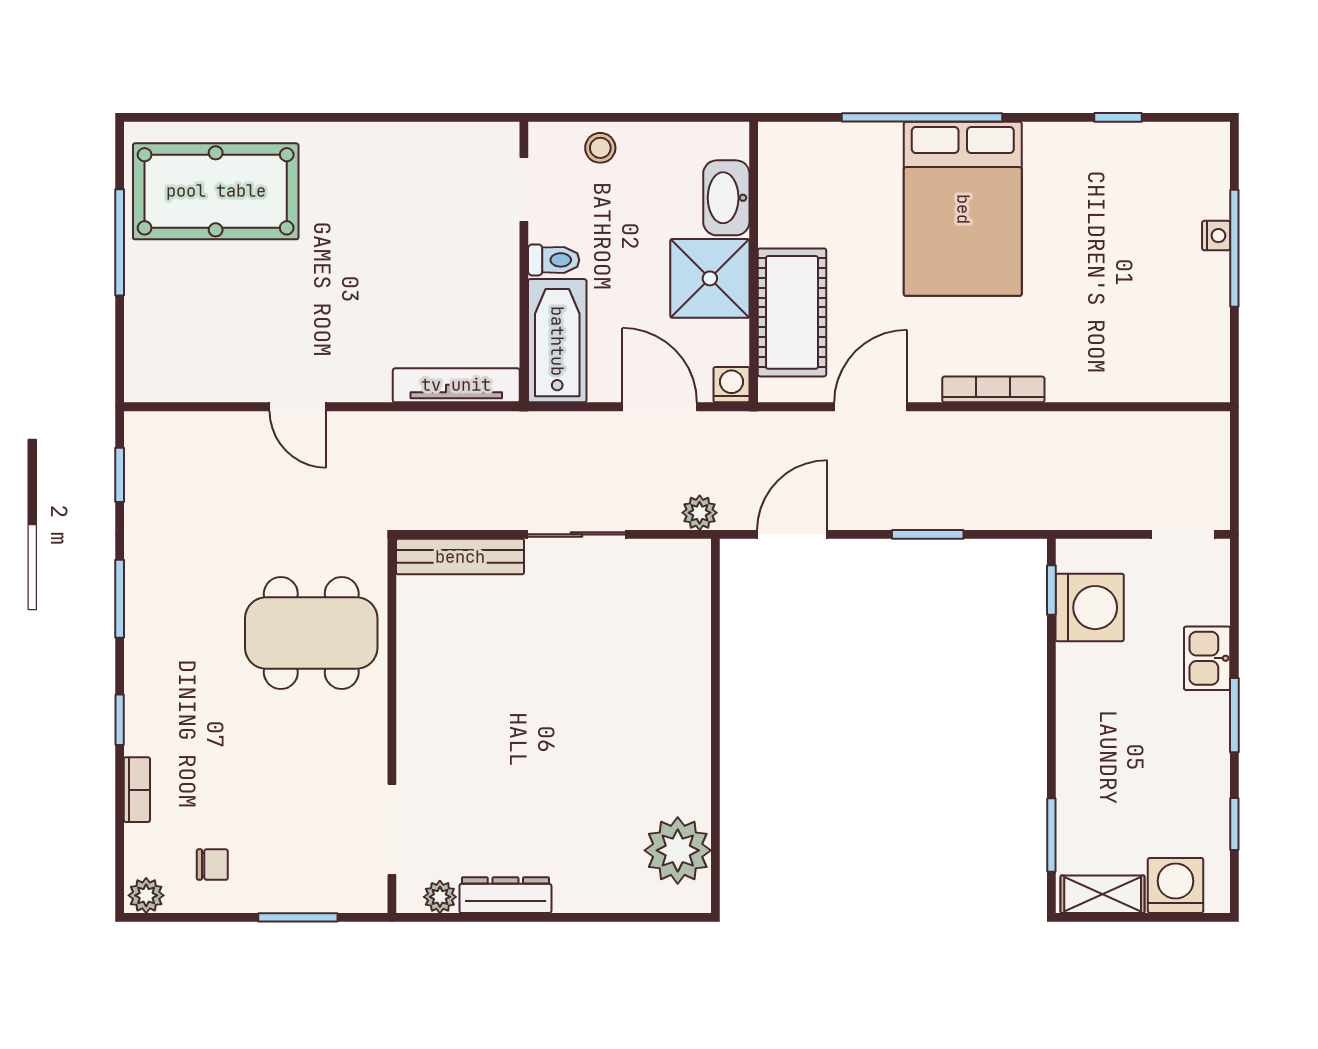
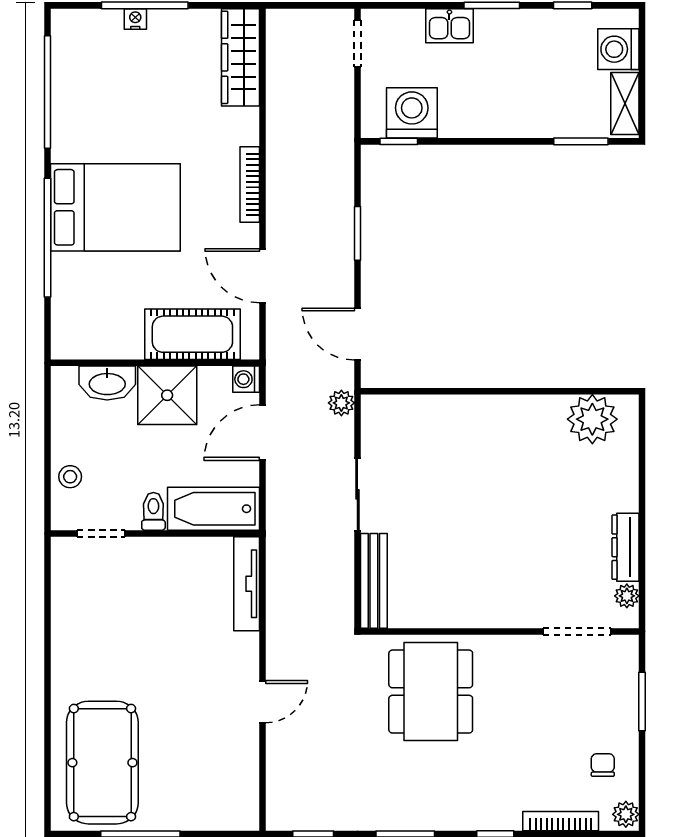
window: (1118, 117) -> (48, 92), width x3.17
wardrobe: (1165, 377) -> (241, 57), added
bookcase: (137, 790) -> (561, 821), width x1.56

